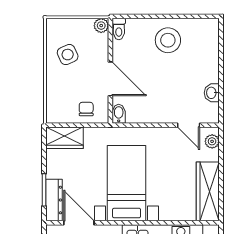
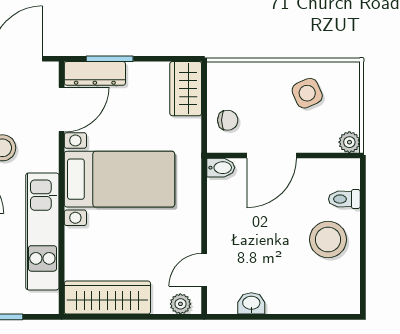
toilet: (119, 29) -> (344, 199), moved

